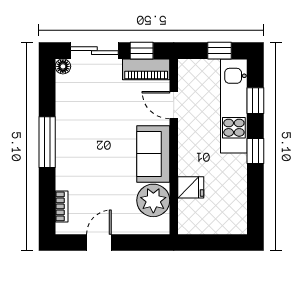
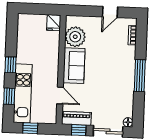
fridge: (191, 187) -> (54, 23), moved, turned -90

